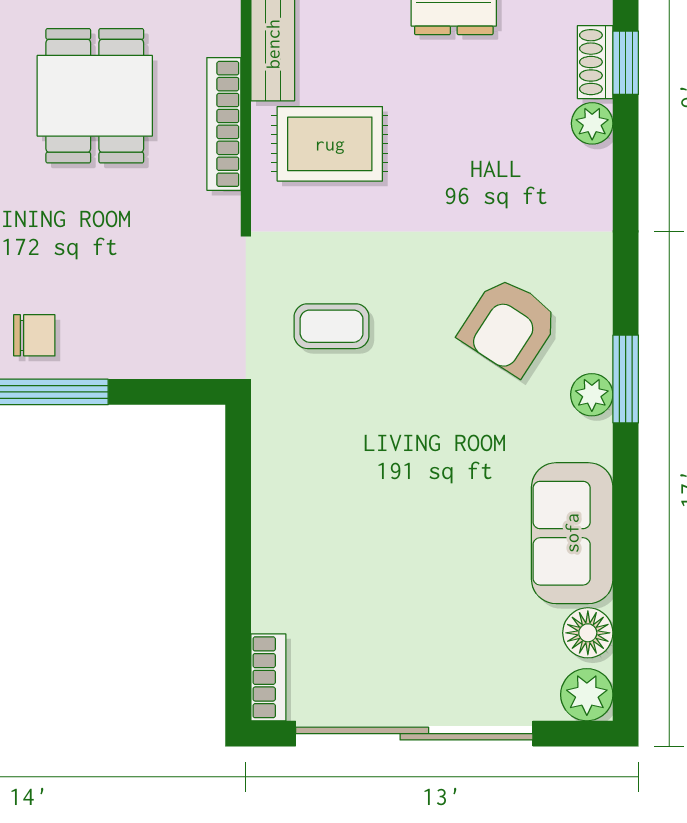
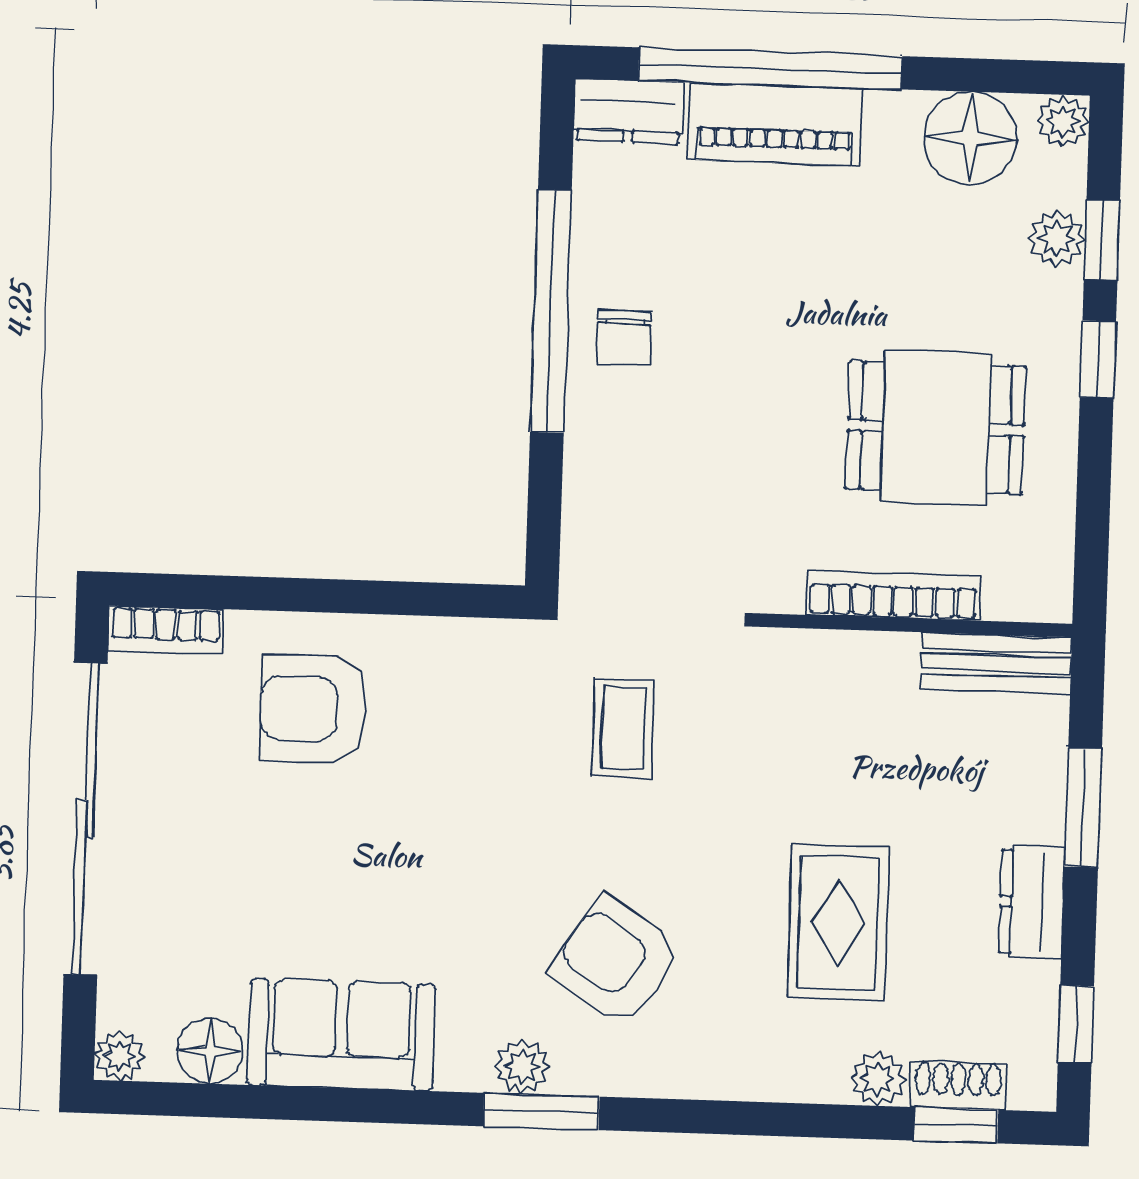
rug: (330, 144) -> (838, 923), moved
armchair: (325, 562) -> (314, 709), added
plant: (587, 695) -> (119, 1056), width x0.73, depth x0.73

